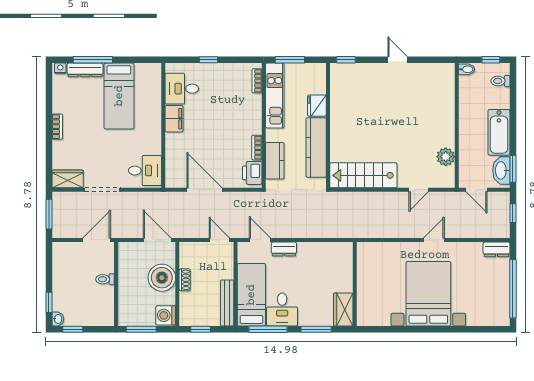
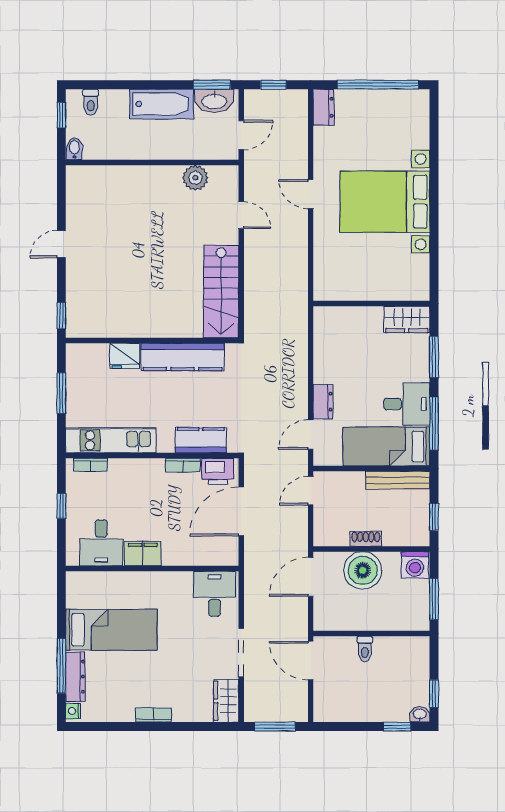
bookcase: (257, 81) -> (90, 465), moved
kitchen unit: (275, 96) -> (111, 440), moved
wall: (264, 125) -> (152, 456), moved
bookcase: (257, 148) -> (183, 465), moved
kitchen counter: (275, 161) -> (201, 440), moved
printer: (252, 173) -> (218, 471), moved

